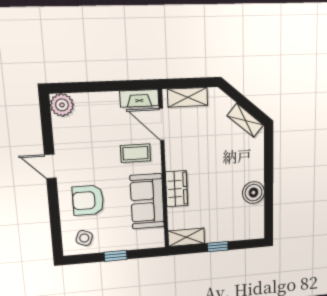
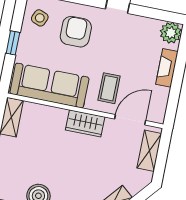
fireplace: (139, 98) -> (167, 68), moved
wardrobe: (177, 189) -> (85, 123), moved
sofa: (147, 201) -> (49, 86), width x1.36

